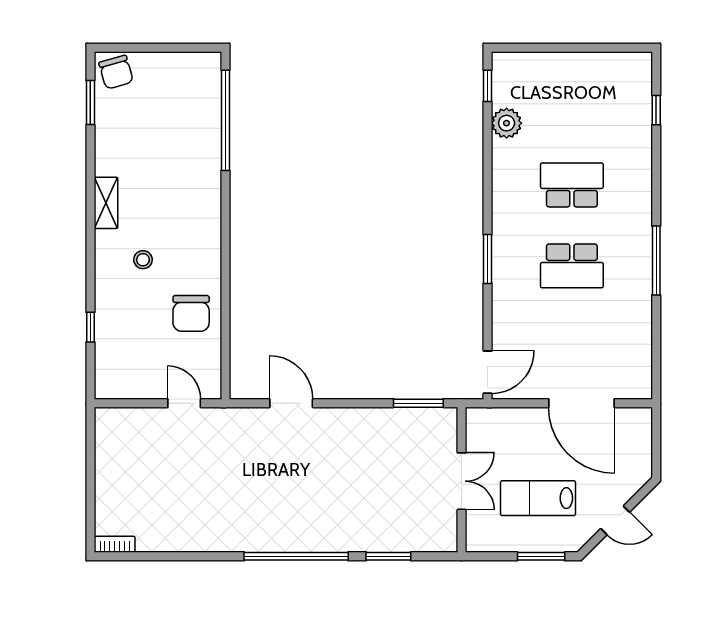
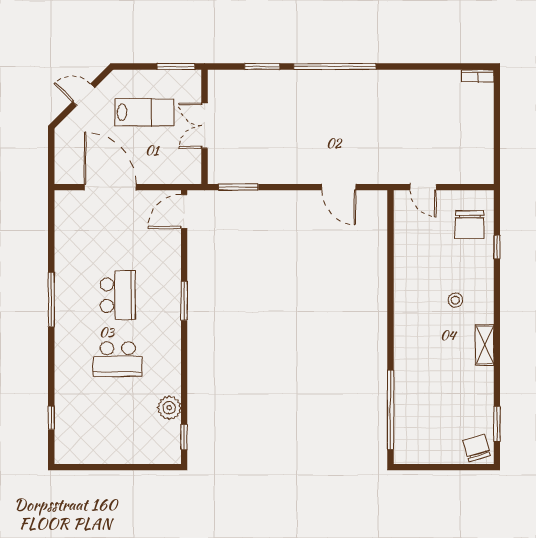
school desk: (572, 266) -> (118, 295), turned 90
chair: (191, 313) -> (469, 225), moved, turned 180
window: (541, 556) -> (176, 66), moved

